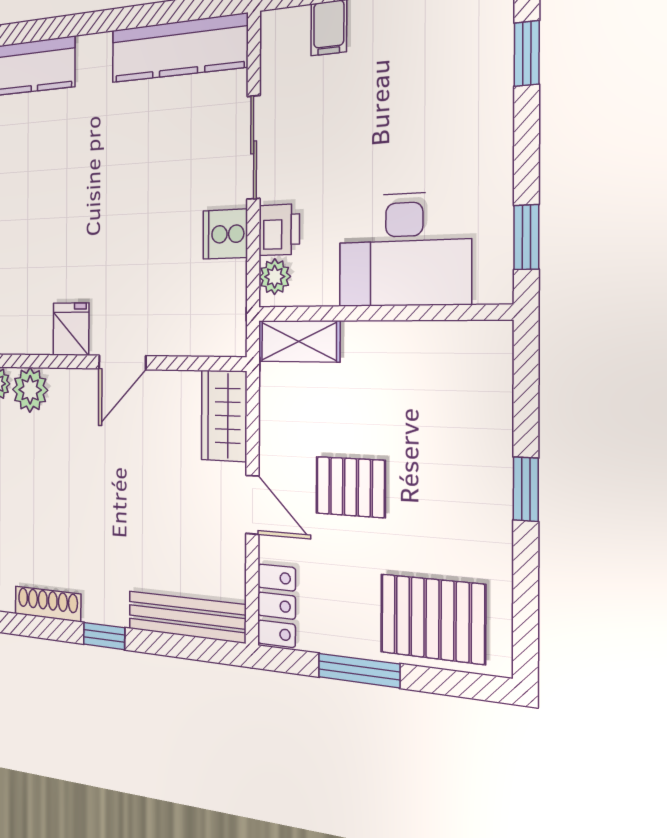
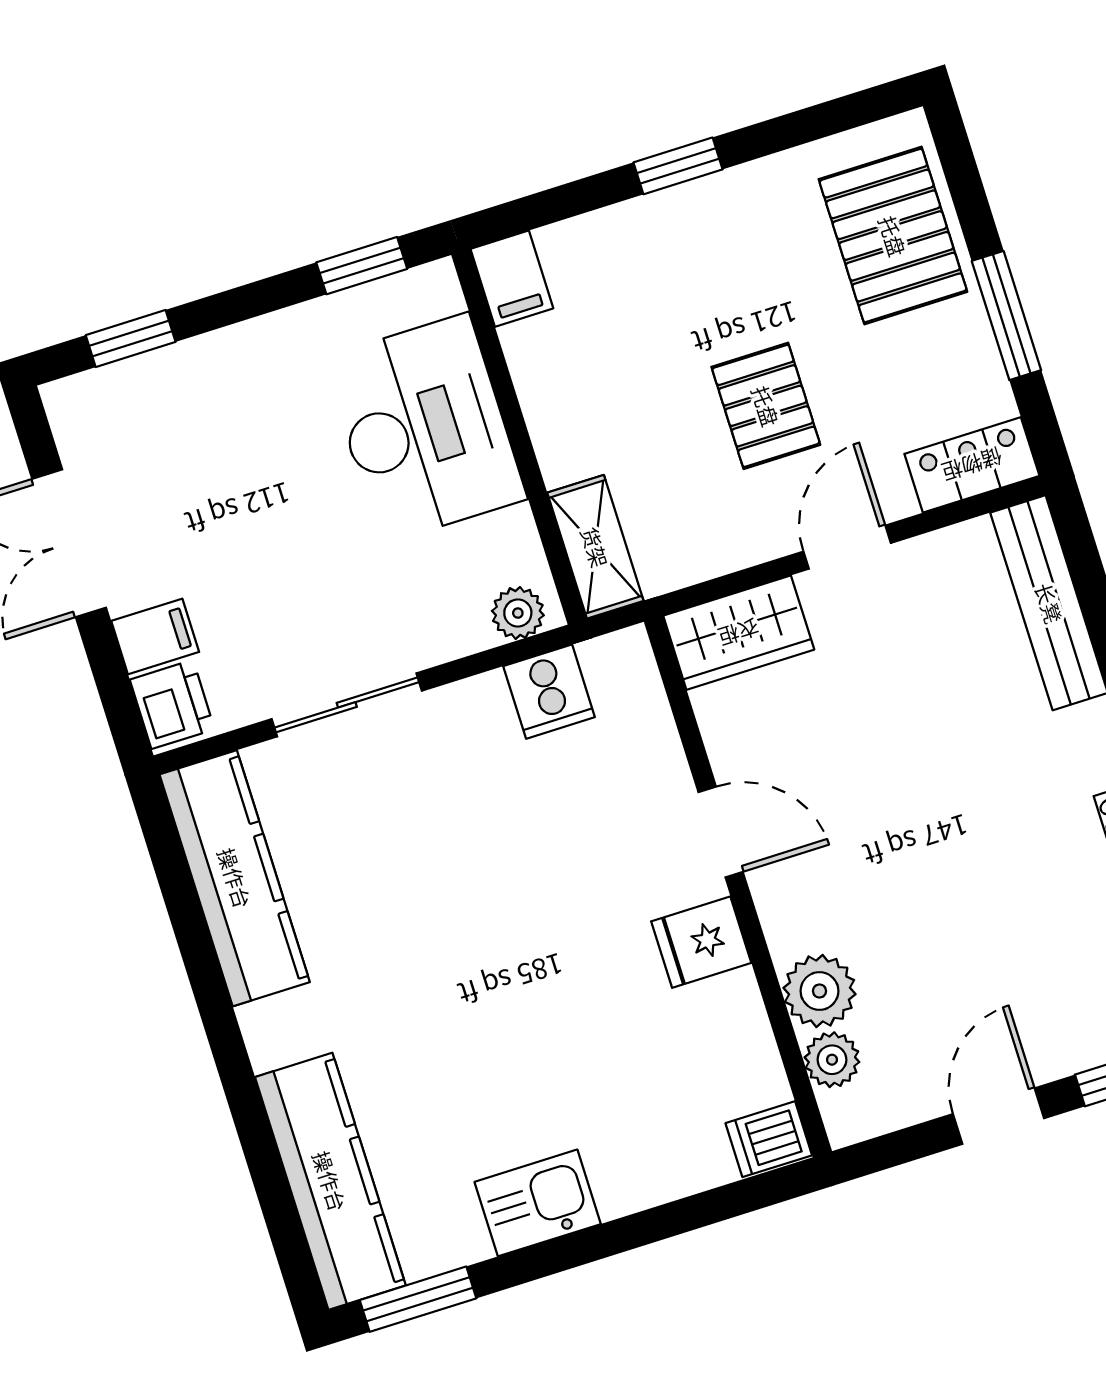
printer: (279, 230) -> (172, 704), moved, turned 90
cooker: (225, 234) -> (549, 692), moved
filing cabinet: (484, 343) -> (512, 279), added

